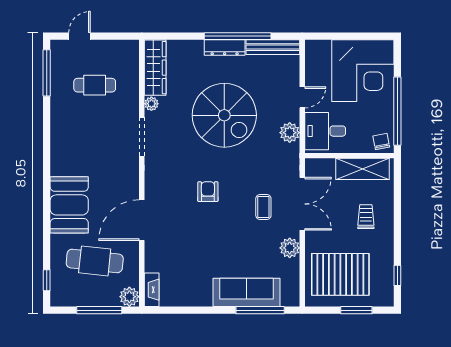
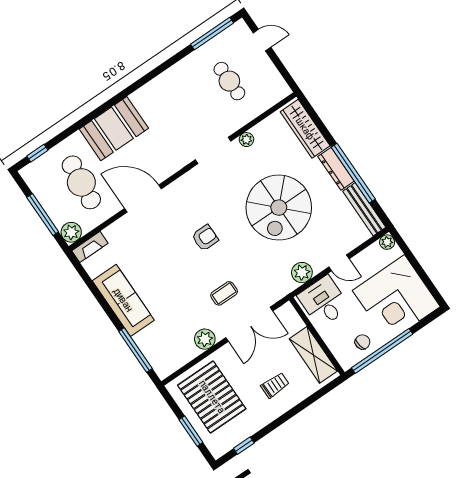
plant: (312, 47) -> (387, 242), added
wardrobe: (155, 68) -> (305, 129), moved, turned 90
chair: (381, 142) -> (363, 342), moved
sofa: (247, 292) -> (123, 300), moved

